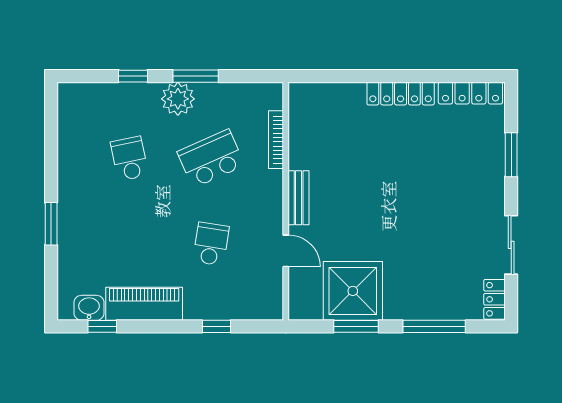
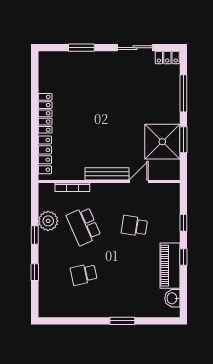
window: (196, 76) -> (35, 235), width x0.67
locker: (470, 93) -> (45, 155), moved
plant: (178, 99) -> (48, 221), moved
bench: (299, 198) -> (107, 174), width x1.36
window: (102, 326) -> (183, 257), moved

